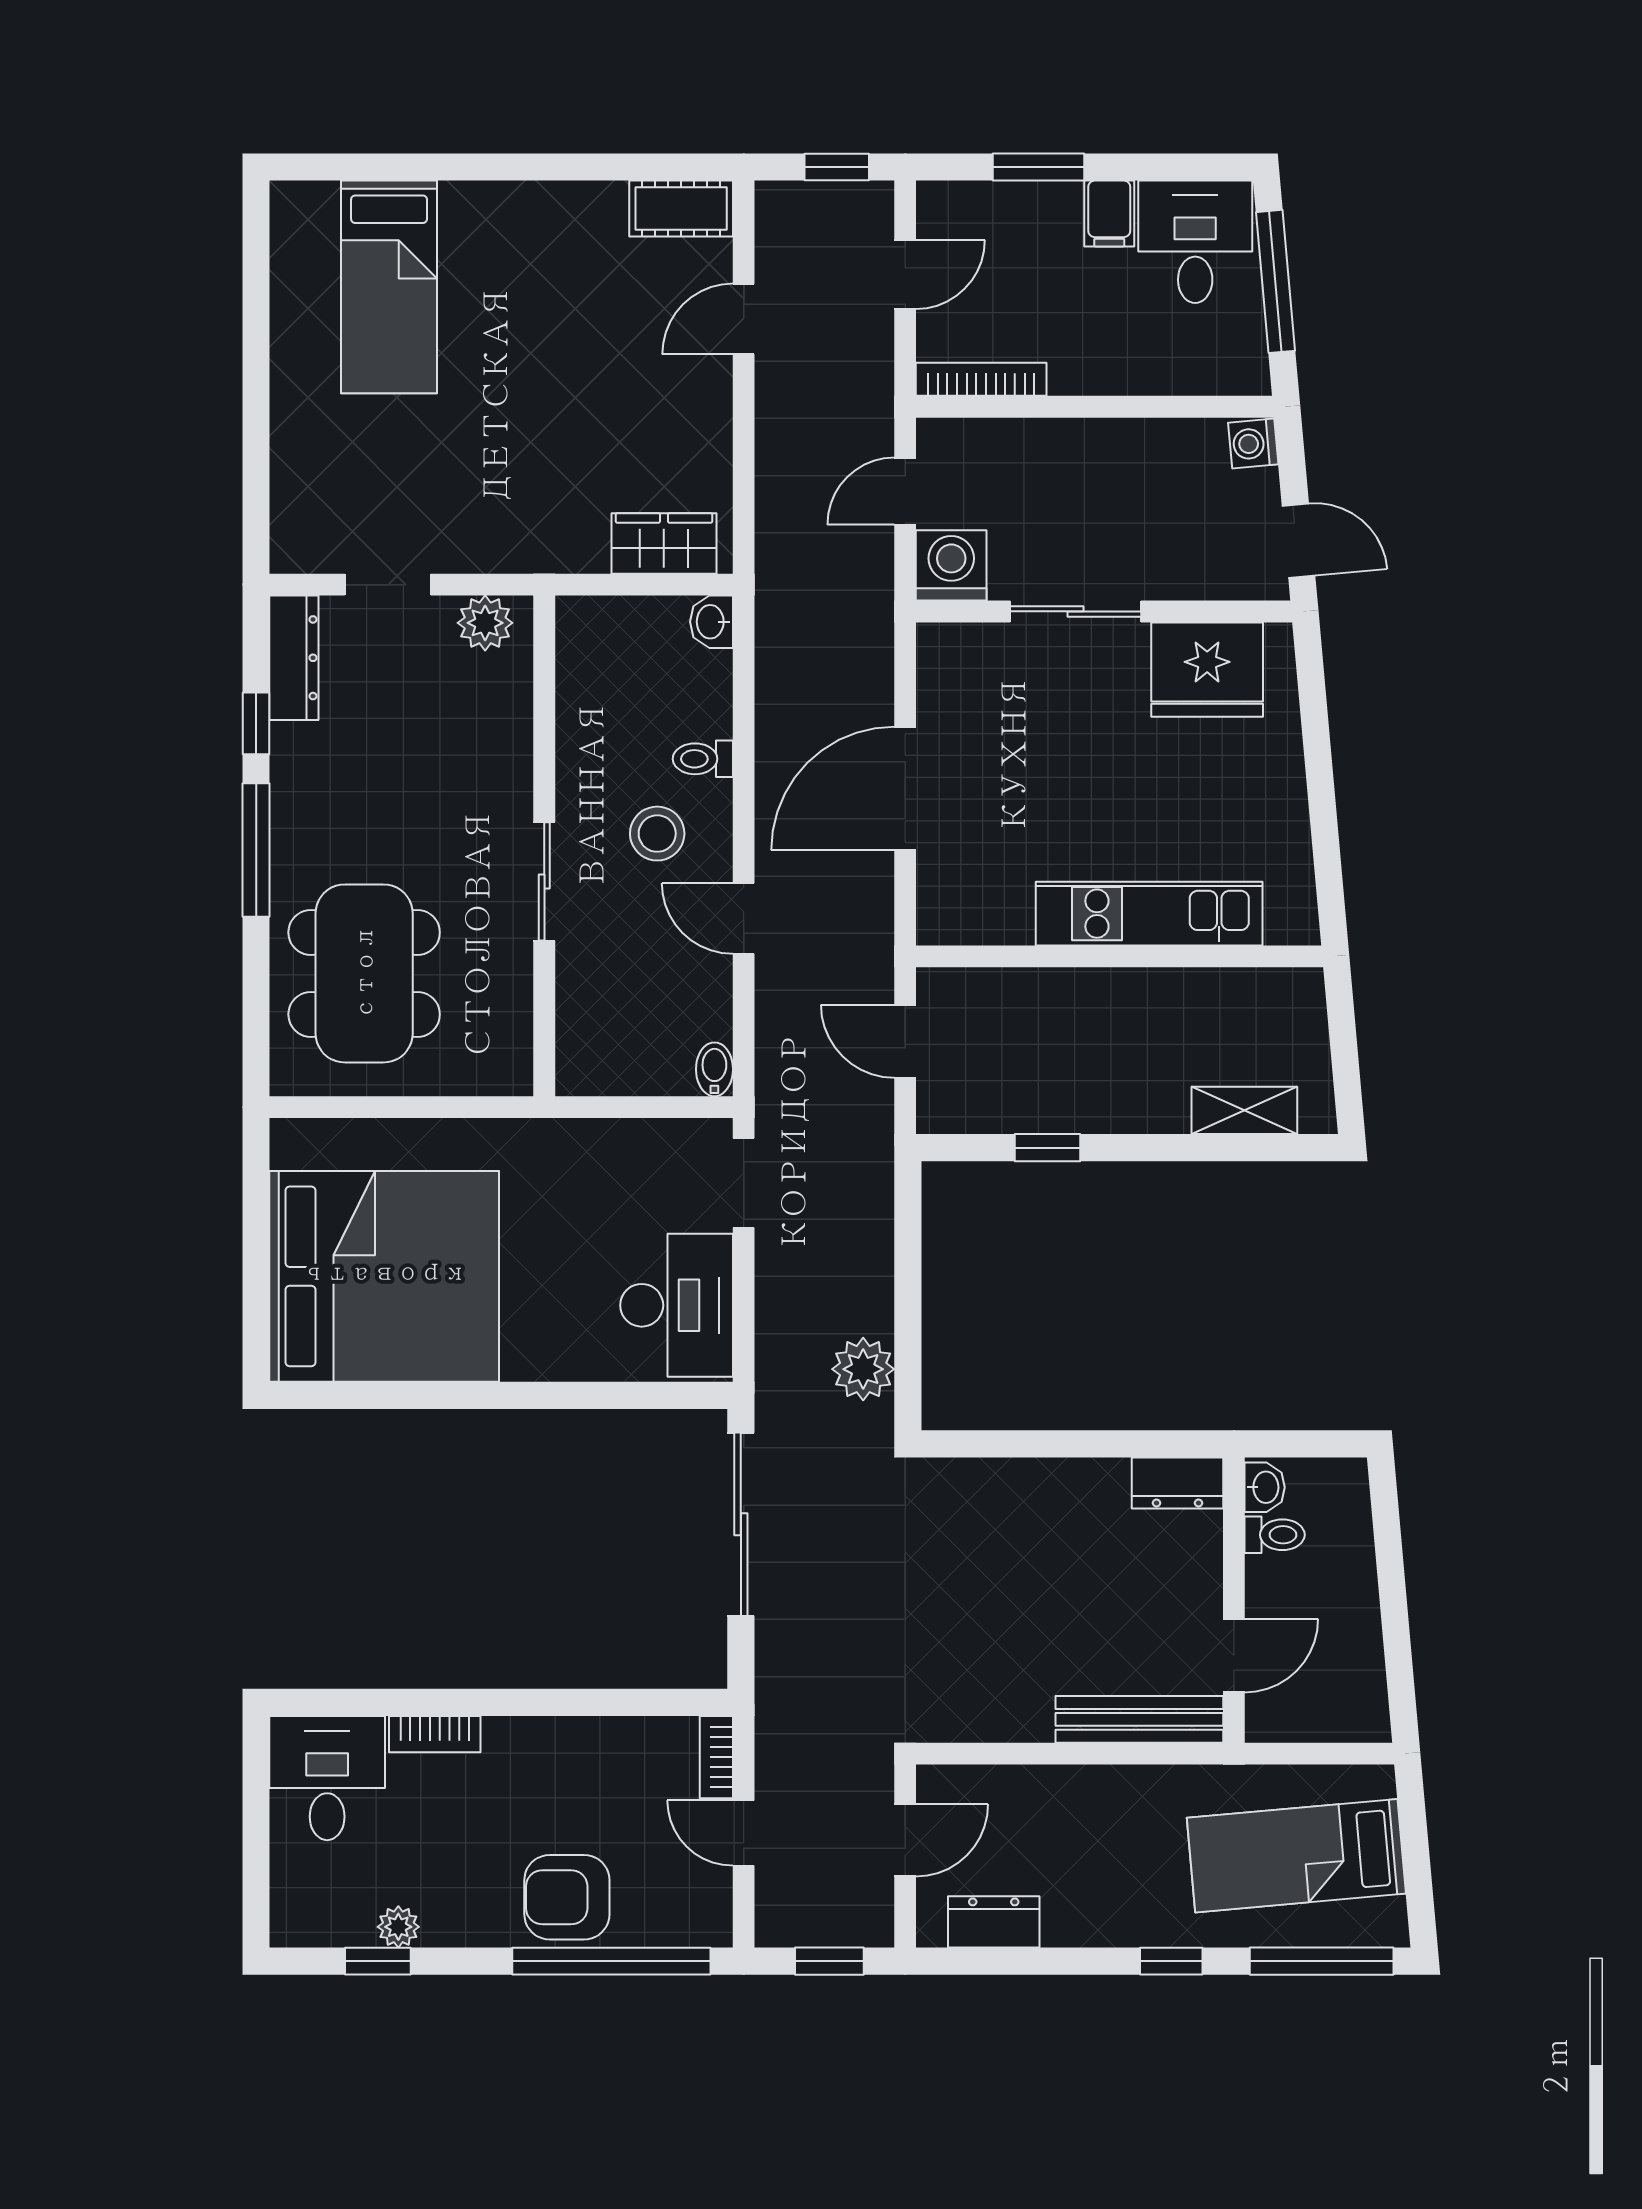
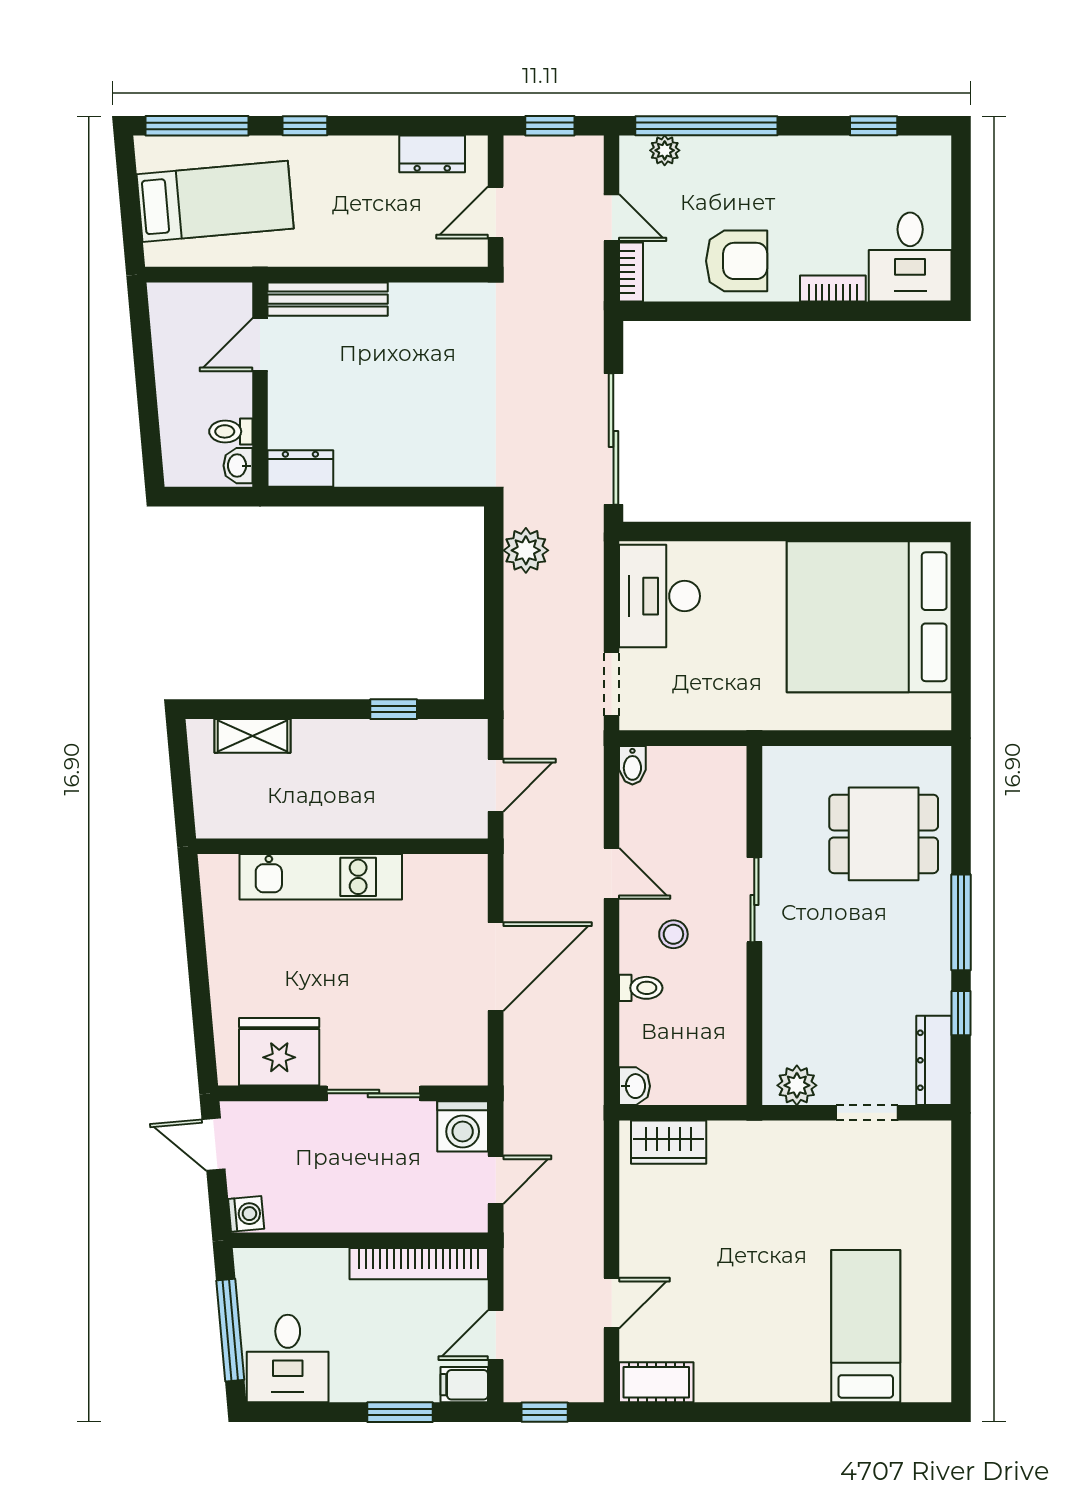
filing cabinet: (1109, 214) -> (464, 1385), moved, turned -90
bookcase: (981, 379) -> (419, 1264), width x1.48, depth x1.31
stool: (657, 834) -> (673, 934), width x0.73, depth x0.73
dining table: (364, 973) -> (884, 834), width x0.73
door: (905, 1041) -> (496, 785), hinge flipped
armchair: (567, 1897) -> (737, 261), moved
plant: (398, 1927) -> (665, 150), moved

